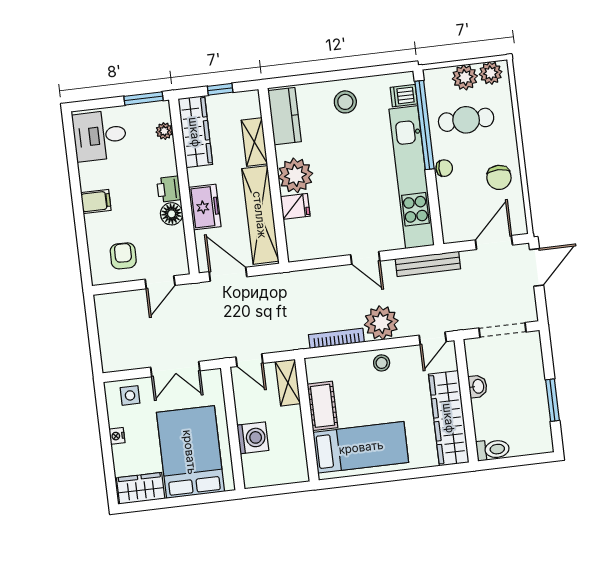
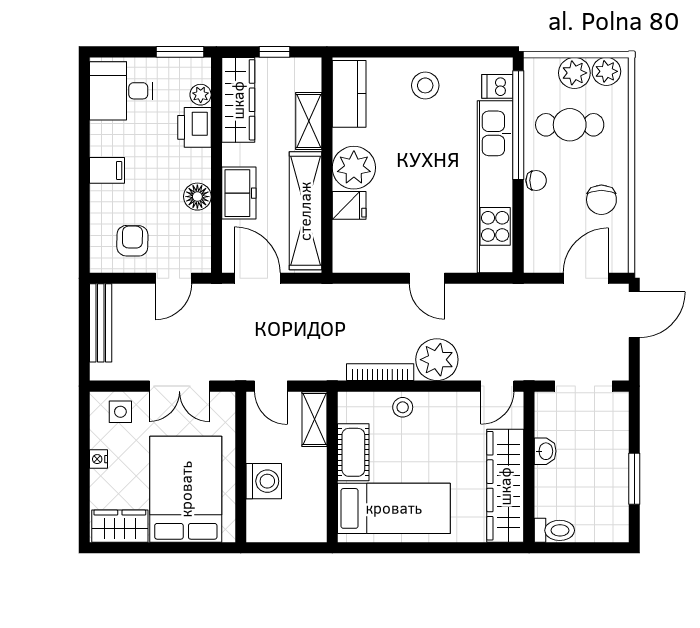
printer: (169, 189) -> (194, 127), moved, width x1.36, depth x1.24
bench: (428, 264) -> (101, 323), moved, turned 90
stool: (382, 363) -> (403, 407), moved

